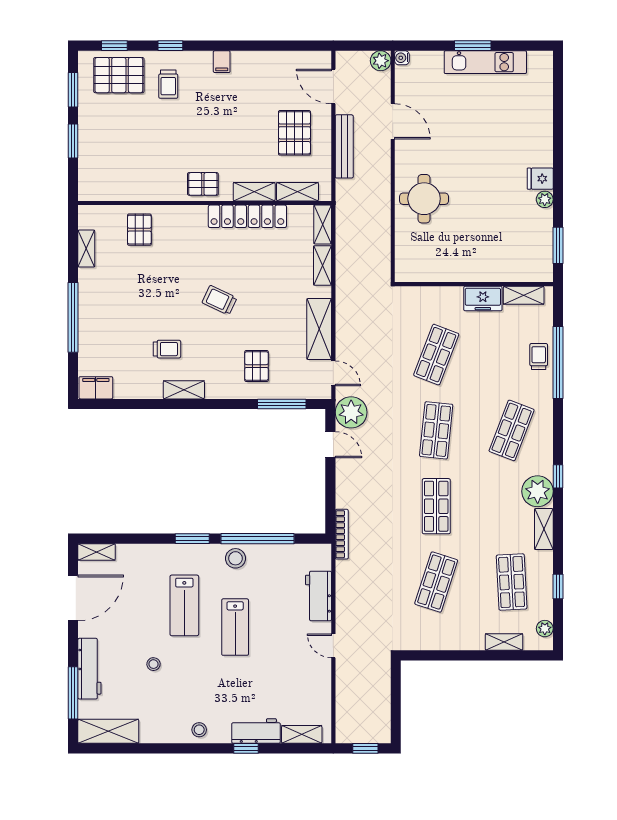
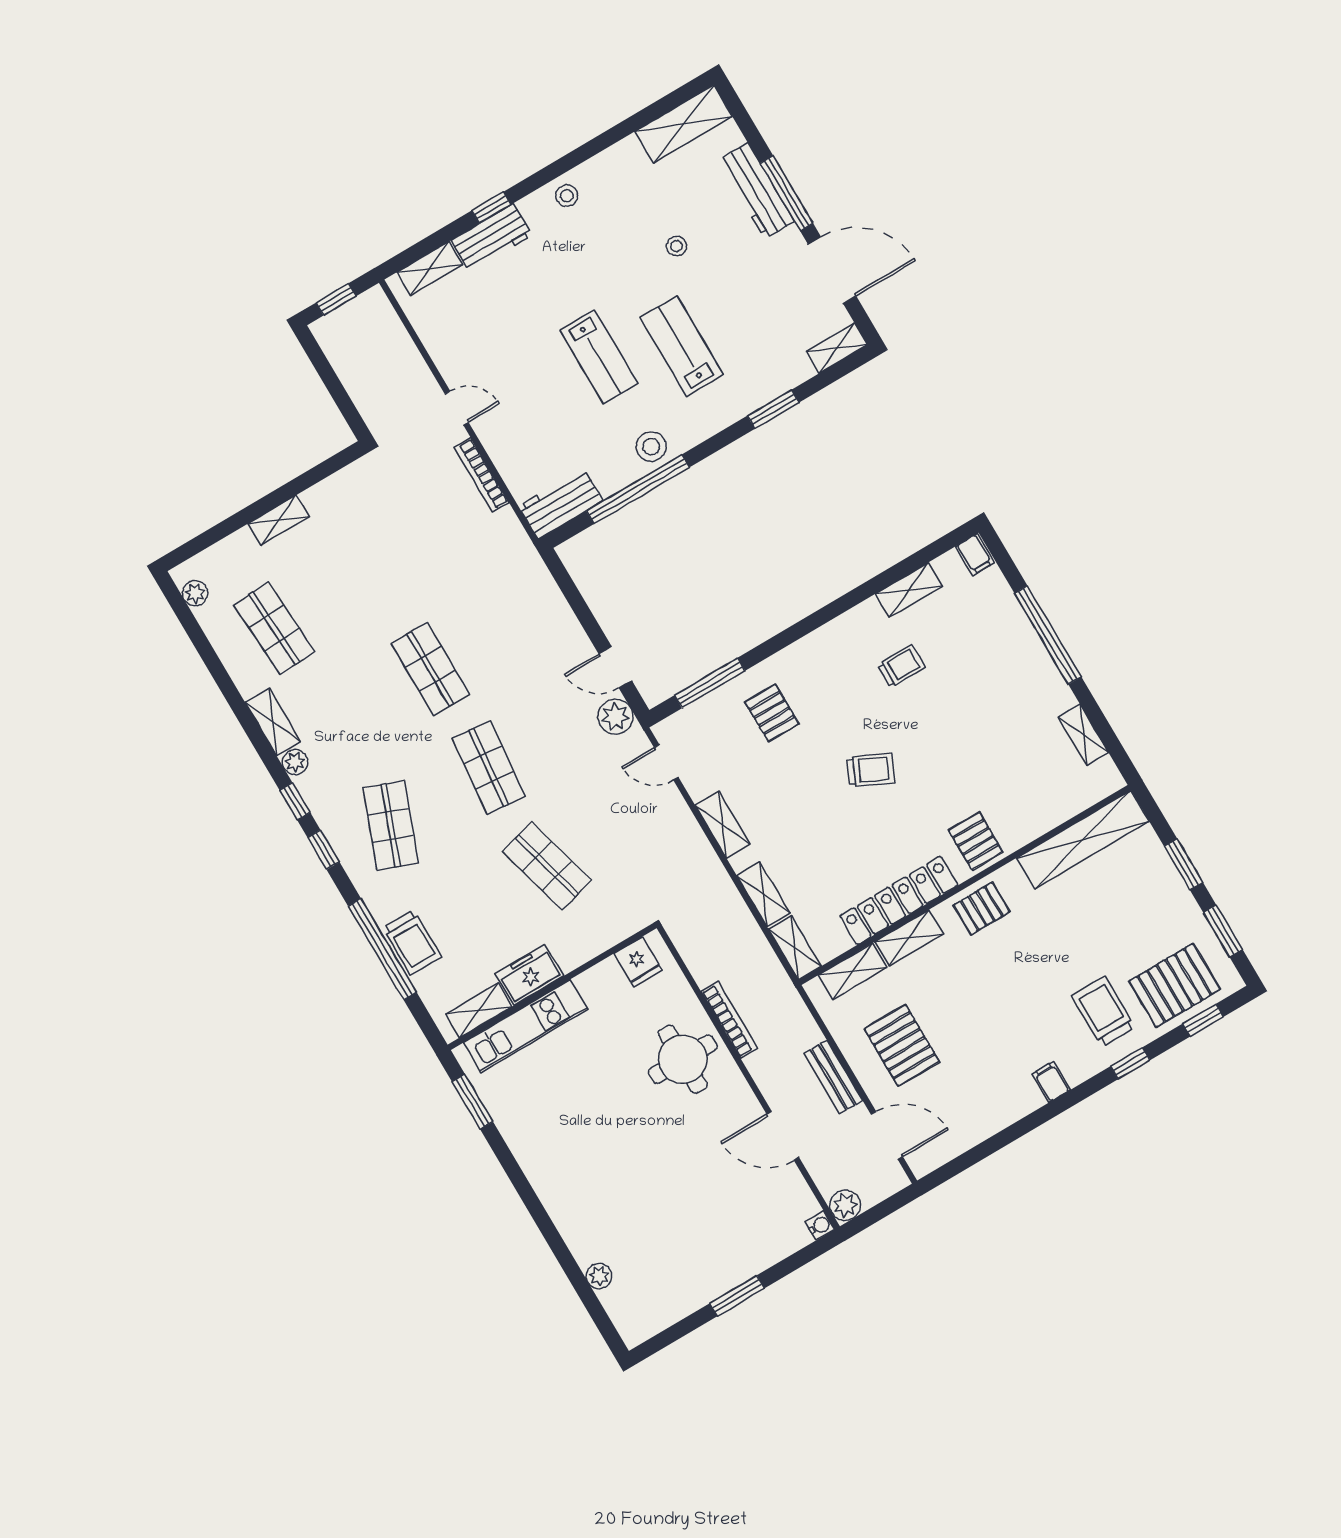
kitchen unit: (485, 62) -> (526, 1026), moved, turned 180
trolley: (168, 84) -> (1103, 1012), width x1.36, depth x1.39
bench: (344, 146) -> (833, 1077), width x0.73
fridge: (540, 179) -> (638, 962), moved, turned 90
shelving: (122, 189) -> (1083, 840), added
plant: (545, 199) -> (599, 1276), moved
bookcase: (384, 205) -> (729, 1020), added
pallet: (139, 230) -> (976, 841), moved
shelving: (319, 329) -> (723, 825), width x0.67, depth x0.75
trolley: (167, 349) -> (901, 666), turned 180
shop shelf: (436, 355) -> (547, 866), turned -36
trolley: (539, 357) -> (412, 942), width x1.36, depth x1.39
filing cabinet: (96, 388) -> (975, 555), width x0.50
shelving: (184, 390) -> (909, 590), moved
plant: (351, 412) -> (615, 717), width x0.73, depth x0.73
plant: (538, 491) -> (295, 762), width x0.53, depth x0.53
bookcase: (342, 534) -> (481, 475), moved
window: (192, 539) -> (773, 409), moved
shop shelf: (436, 582) -> (372, 570), removed
window: (558, 587) -> (324, 850), moved
workbench: (318, 596) -> (561, 504), moved, turned -90
door: (73, 598) -> (832, 270), swing flipped
lab bench: (235, 627) -> (599, 357), turned 180
shelving: (504, 642) -> (278, 520), moved
window: (73, 693) -> (787, 193), moved

